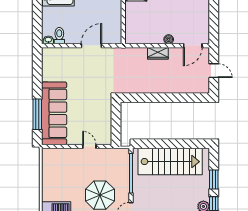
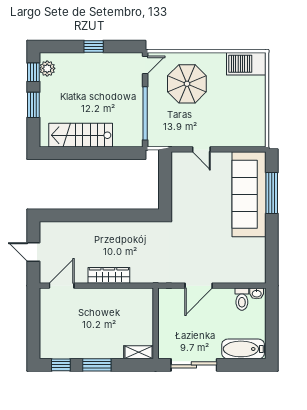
boiler: (169, 39) -> (94, 294), removed
wardrobe: (158, 53) -> (109, 275), width x1.50
stairs: (170, 162) -> (81, 135), width x0.73, depth x0.66

